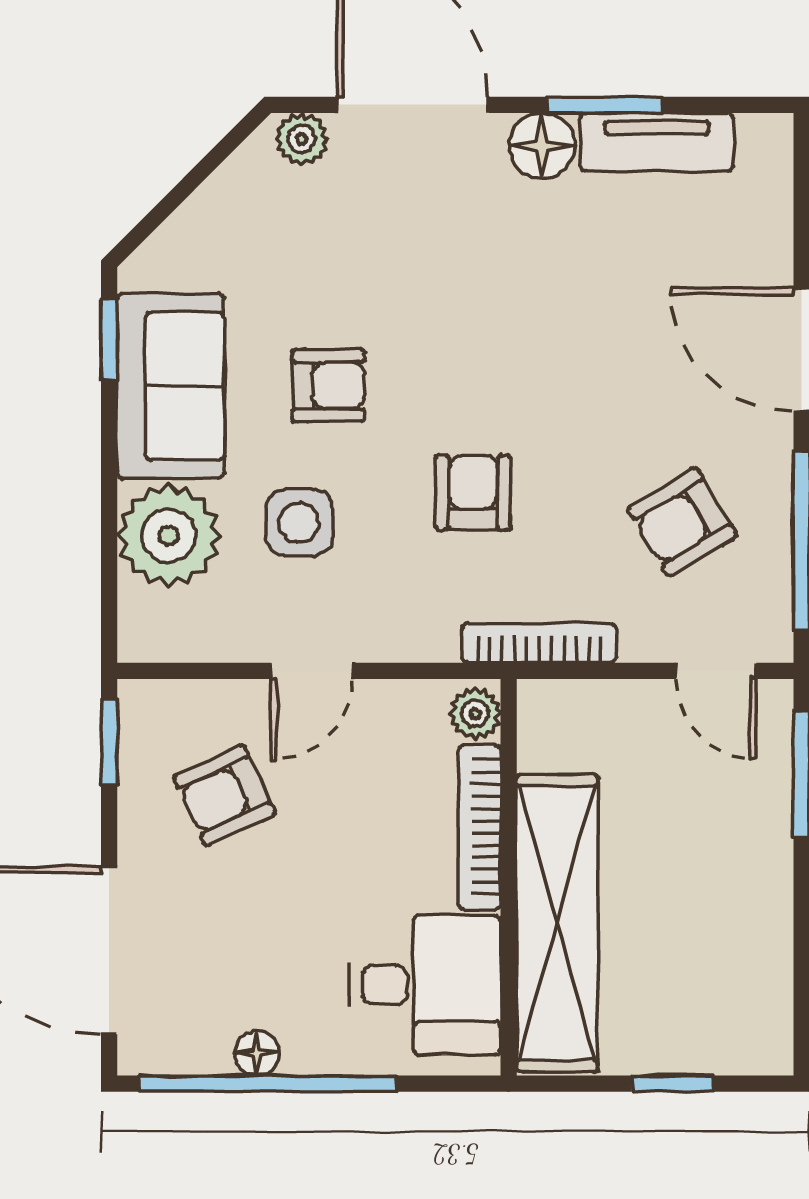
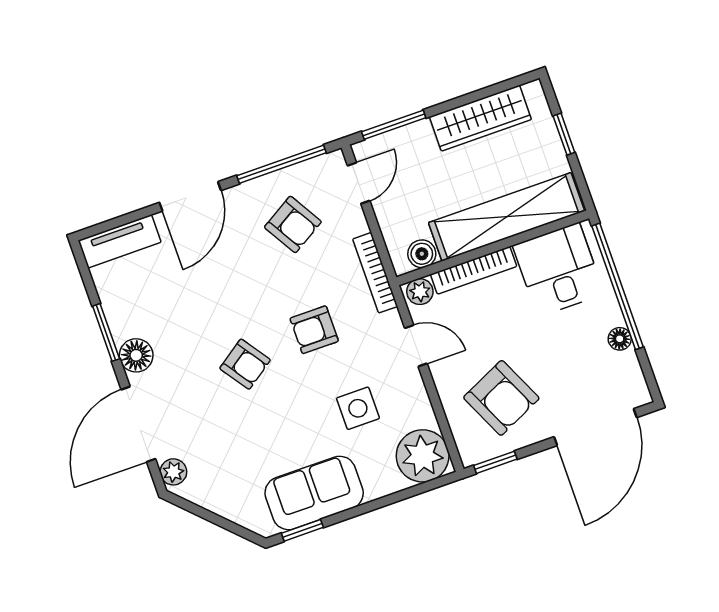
tv unit: (657, 142) -> (120, 241), moved, turned 90
armchair: (328, 386) -> (245, 364), moved, turned 145
plant: (169, 535) -> (423, 456), moved
door: (311, 671) -> (416, 346), moved
boiler: (544, 742) -> (422, 254), added
armchair: (225, 795) -> (501, 398), width x1.38, depth x1.38
wardrobe: (757, 939) -> (480, 118), added
window: (268, 1084) -> (618, 286), moved

